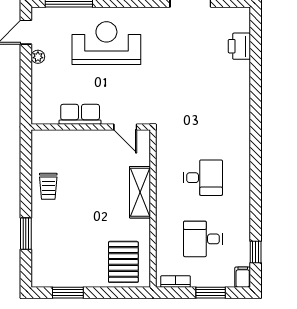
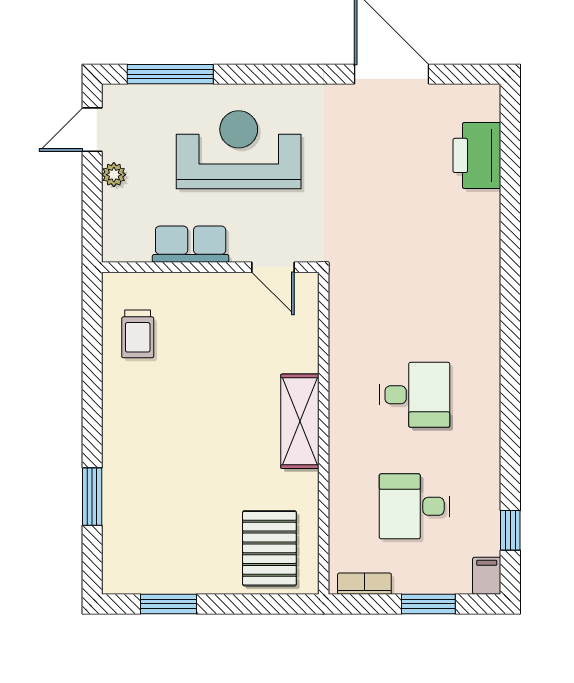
printer: (239, 46) -> (477, 155), width x1.37, depth x1.19
row of seats: (80, 114) -> (191, 244), moved
wall: (91, 127) -> (210, 267), moved
door: (125, 127) -> (273, 267), moved
trolley: (48, 186) -> (138, 334), moved

